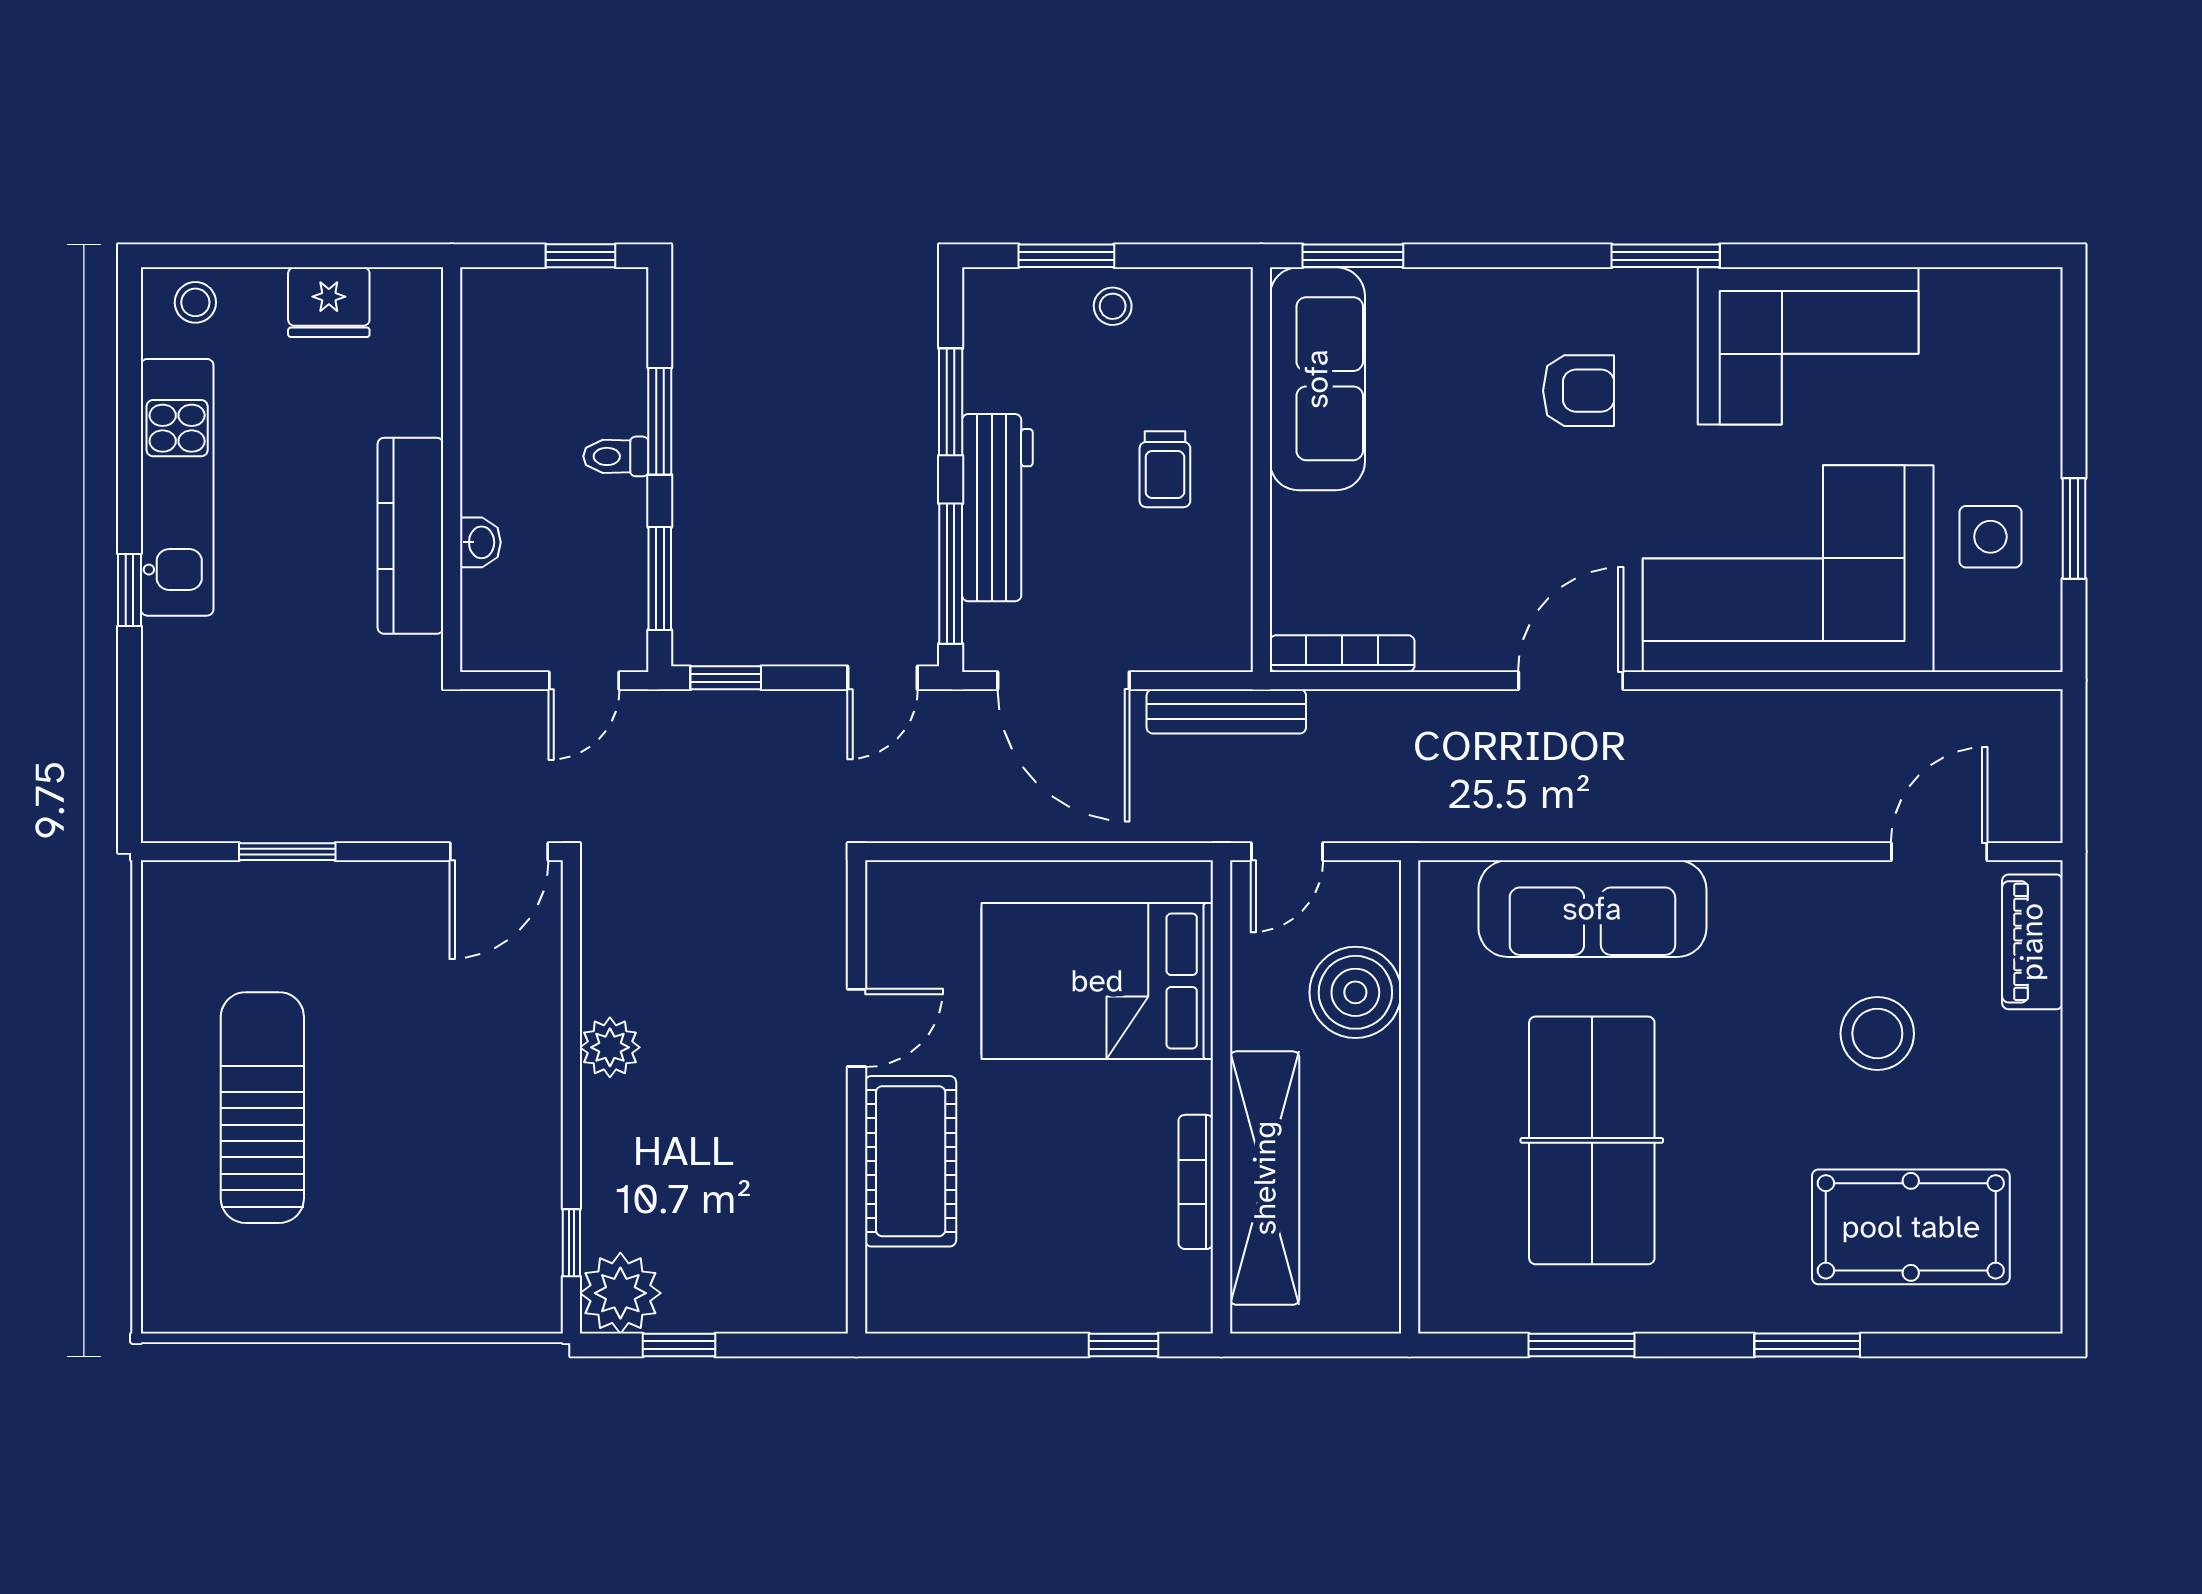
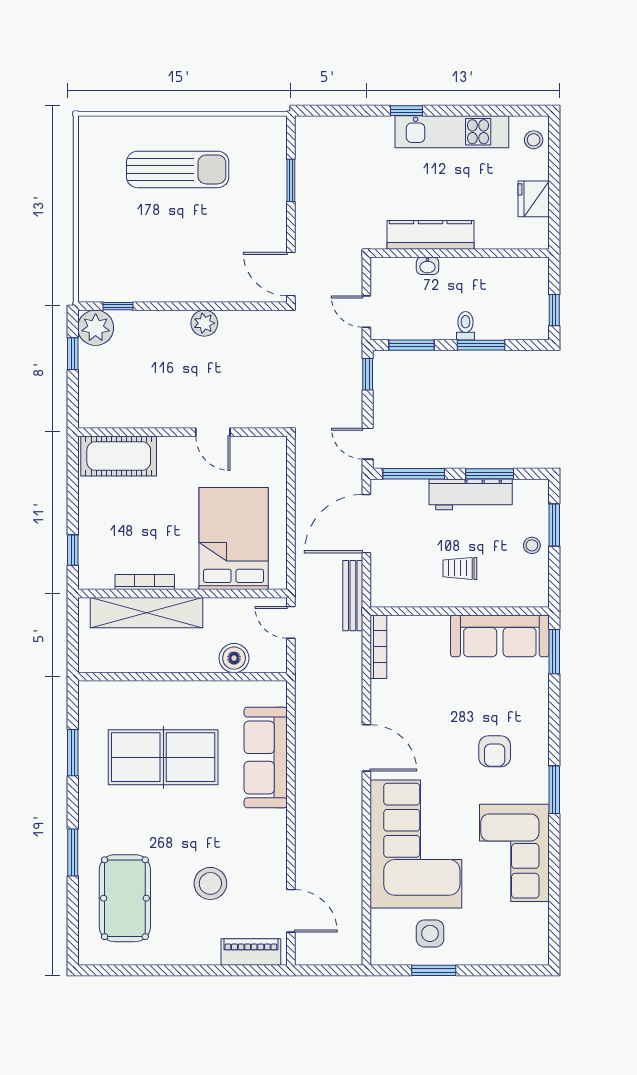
workbench: (997, 508) -> (471, 494), moved
boiler: (1355, 992) -> (234, 658), width x0.73, depth x0.73
cot: (911, 1161) -> (119, 456), moved

